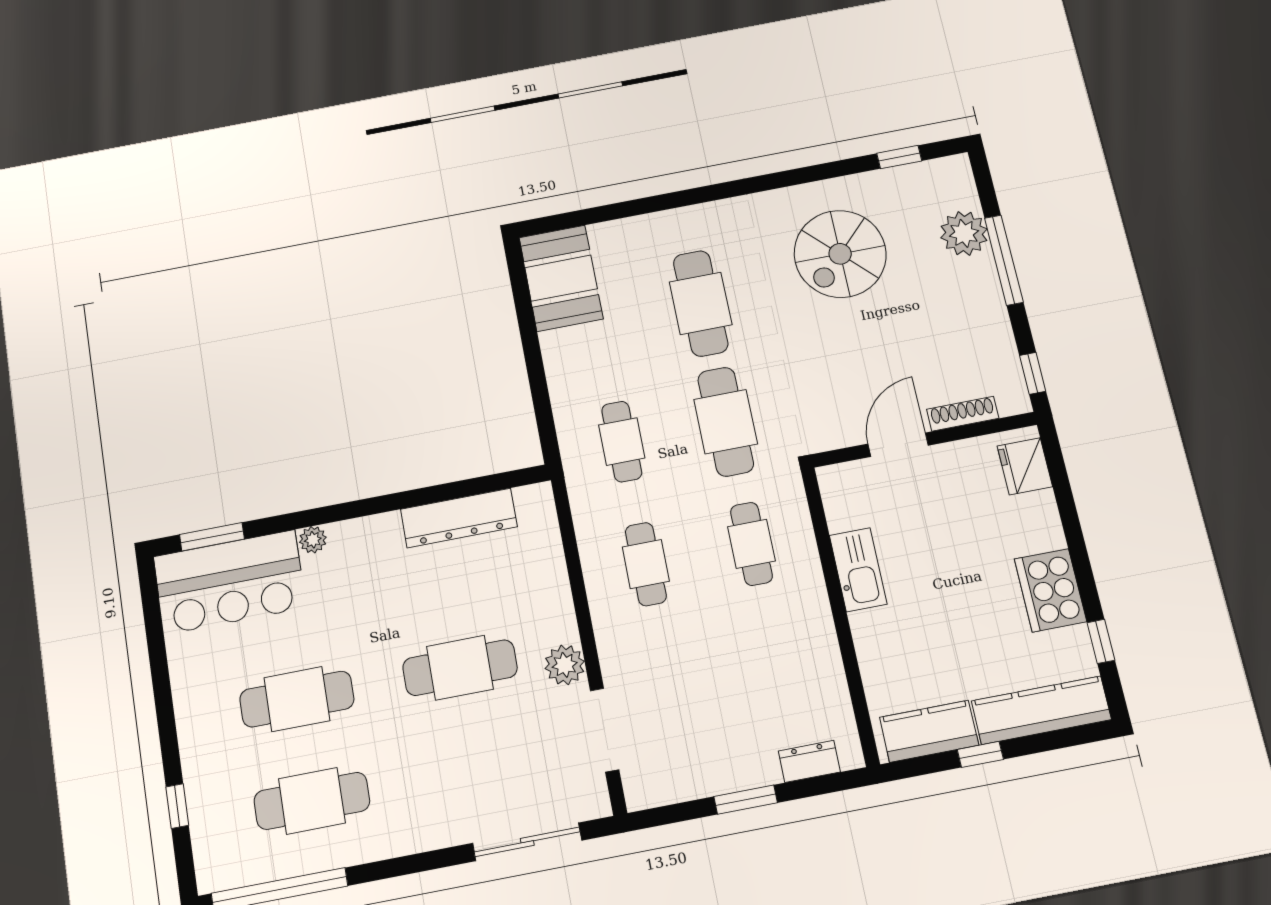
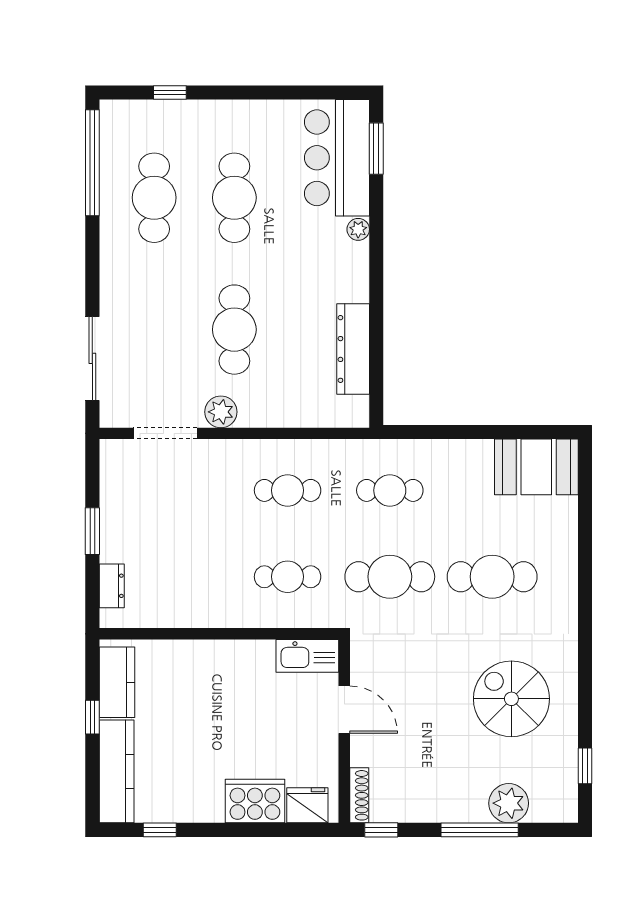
shoe rack: (963, 414) -> (359, 795), moved
kitchen sink: (858, 570) -> (307, 656), moved
cooker: (1050, 590) -> (255, 801), moved

